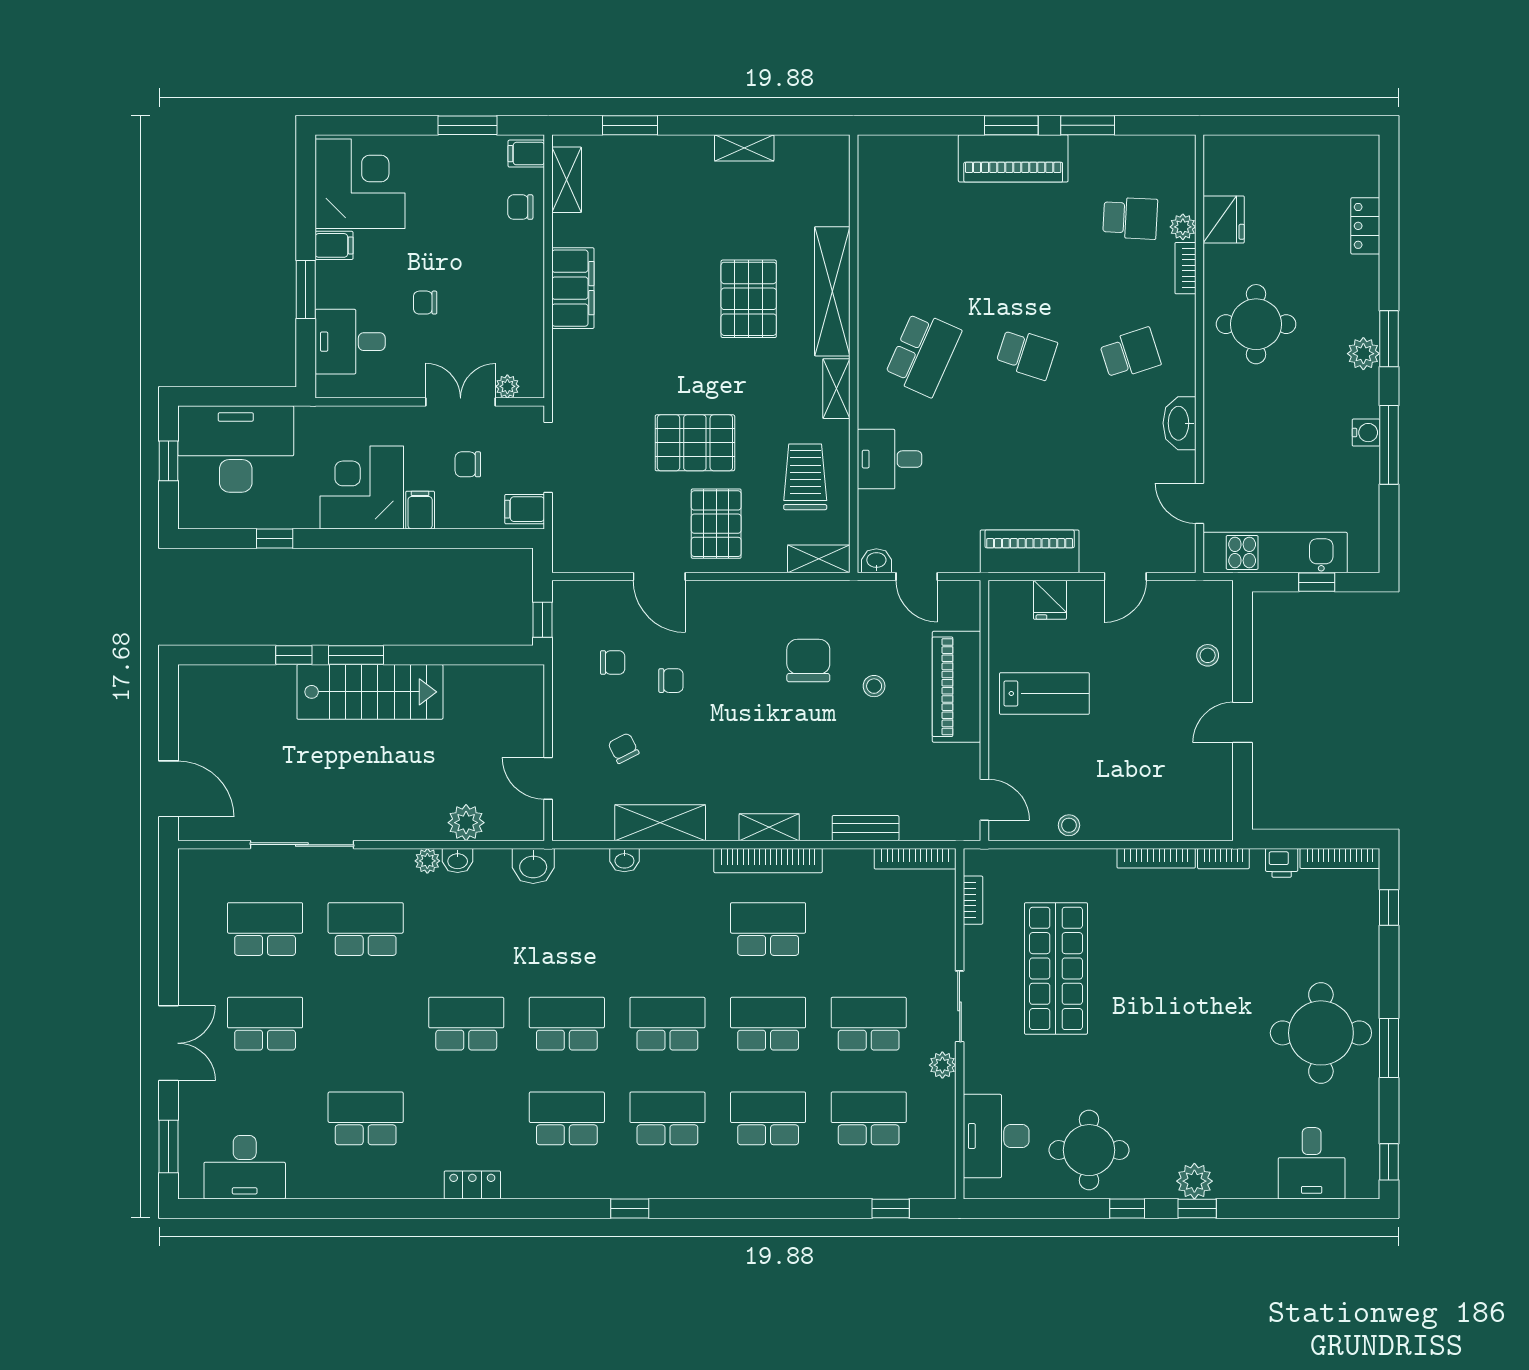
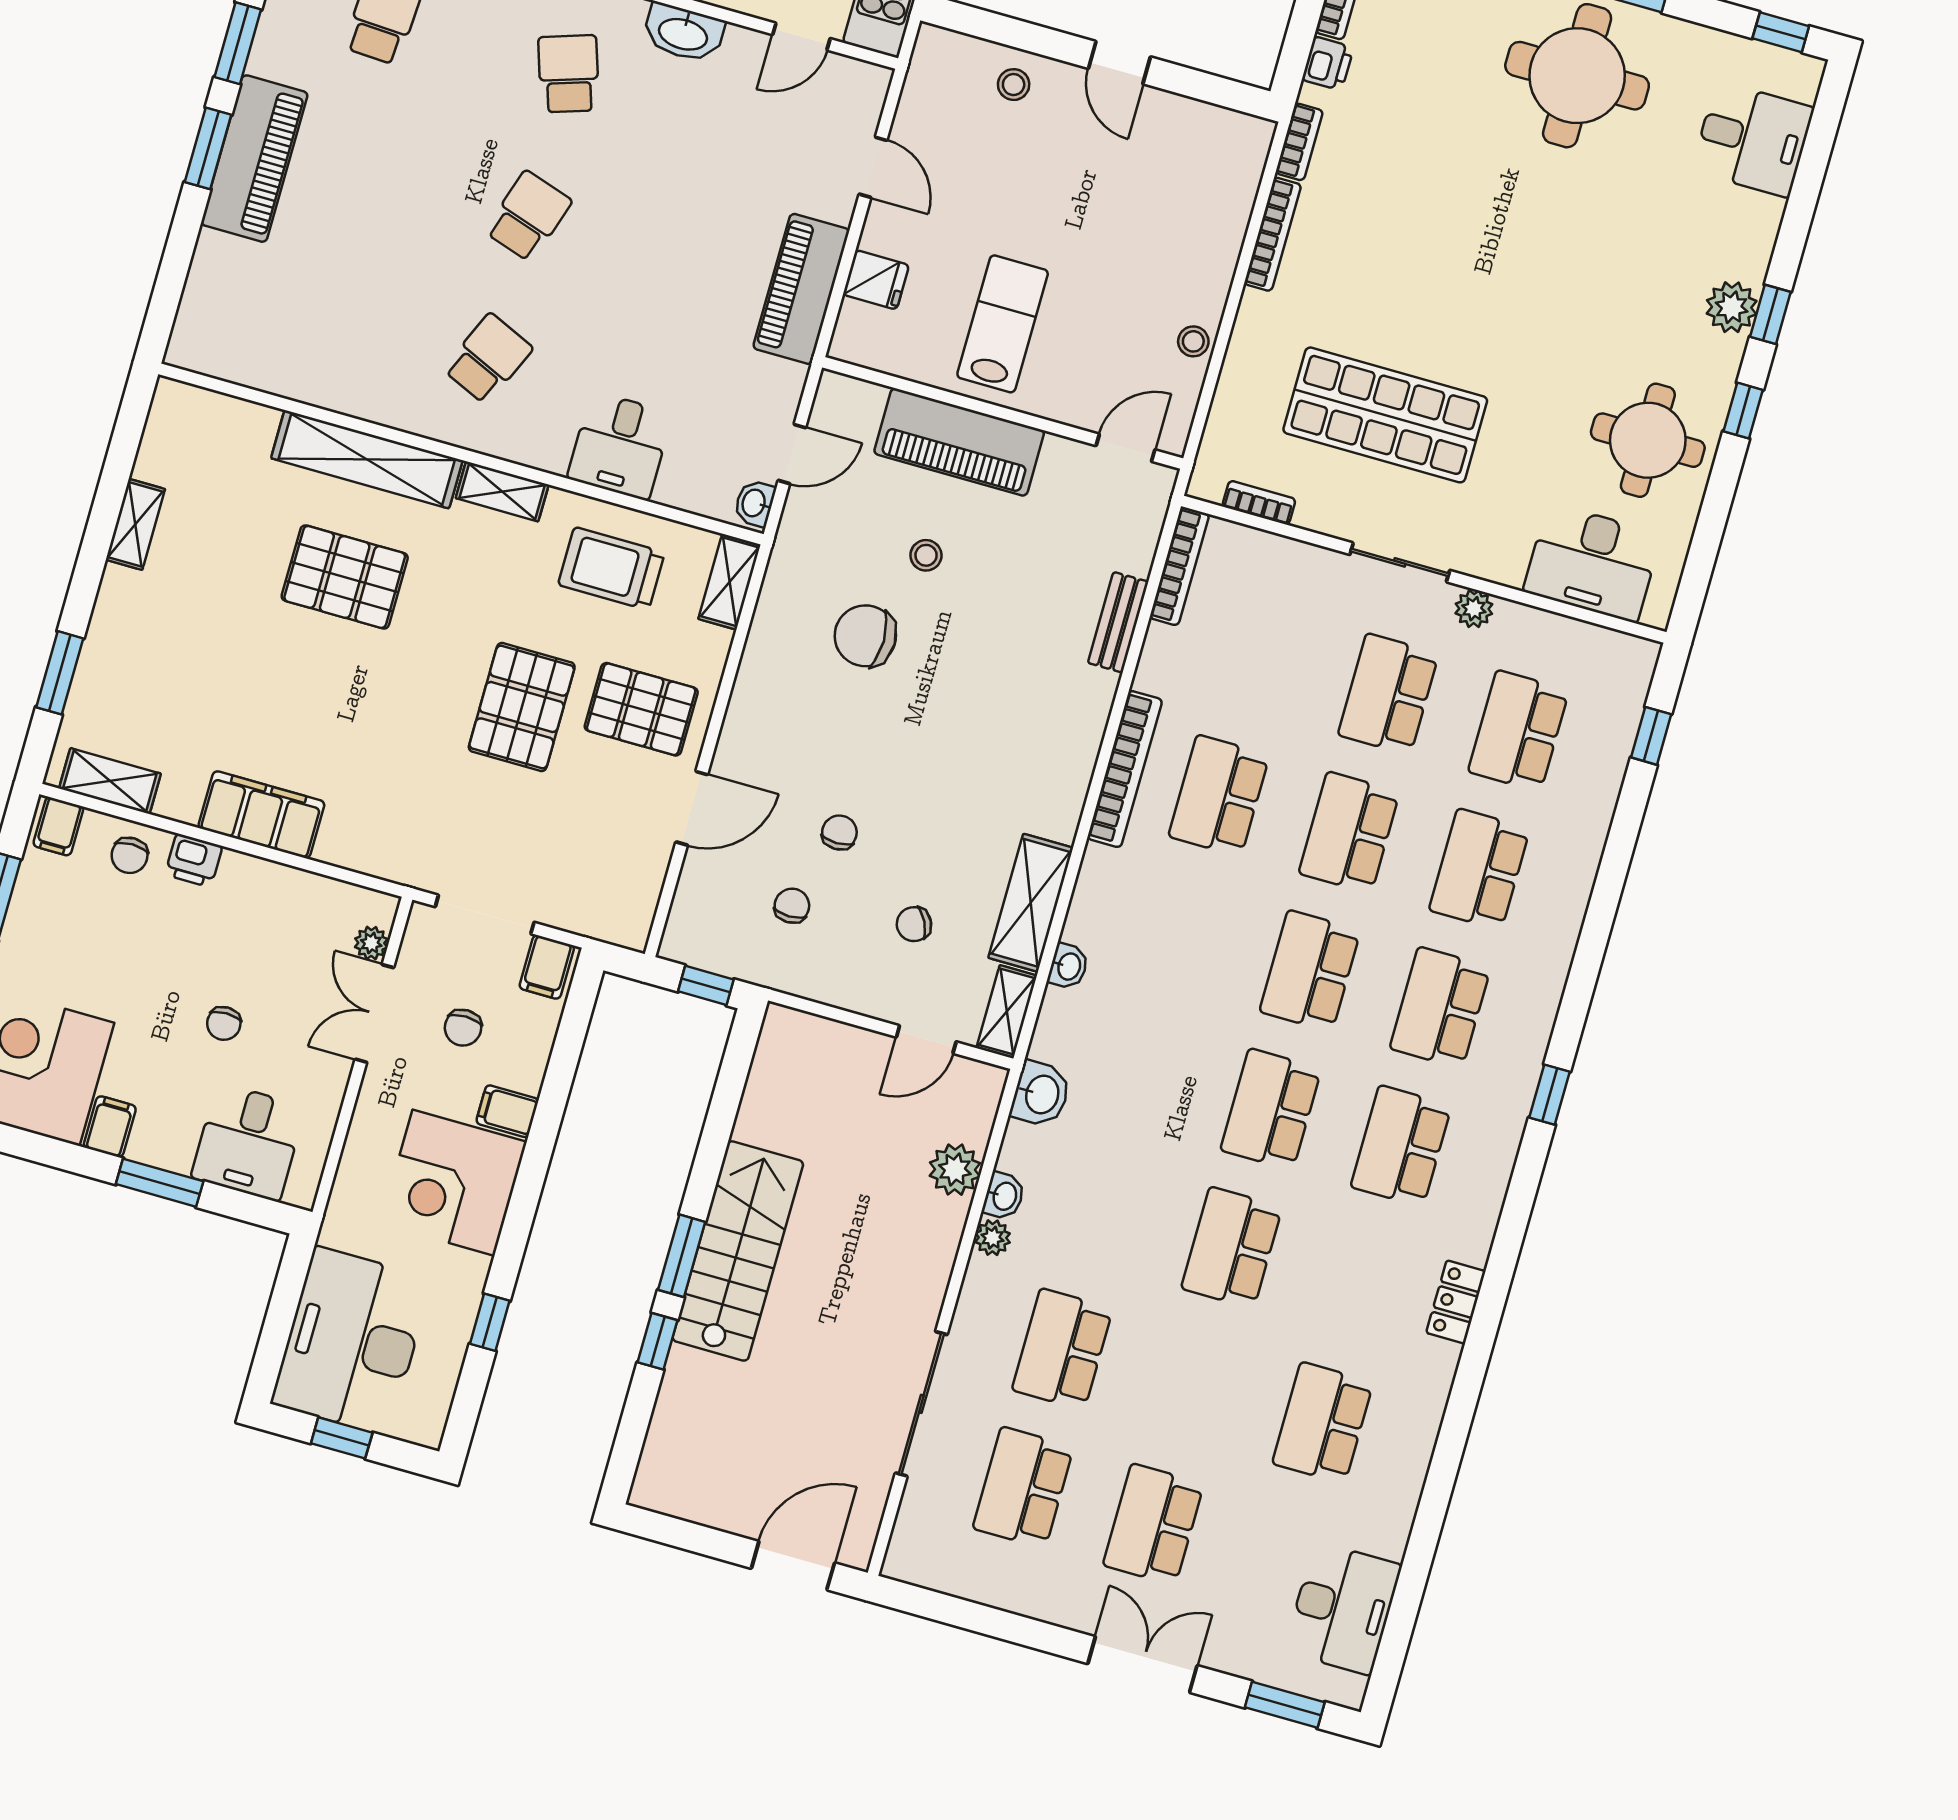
printer: (529, 251) -> (194, 860), added
school desk: (923, 354) -> (488, 359), width x0.54
shelving: (769, 827) -> (1007, 1012), moved

